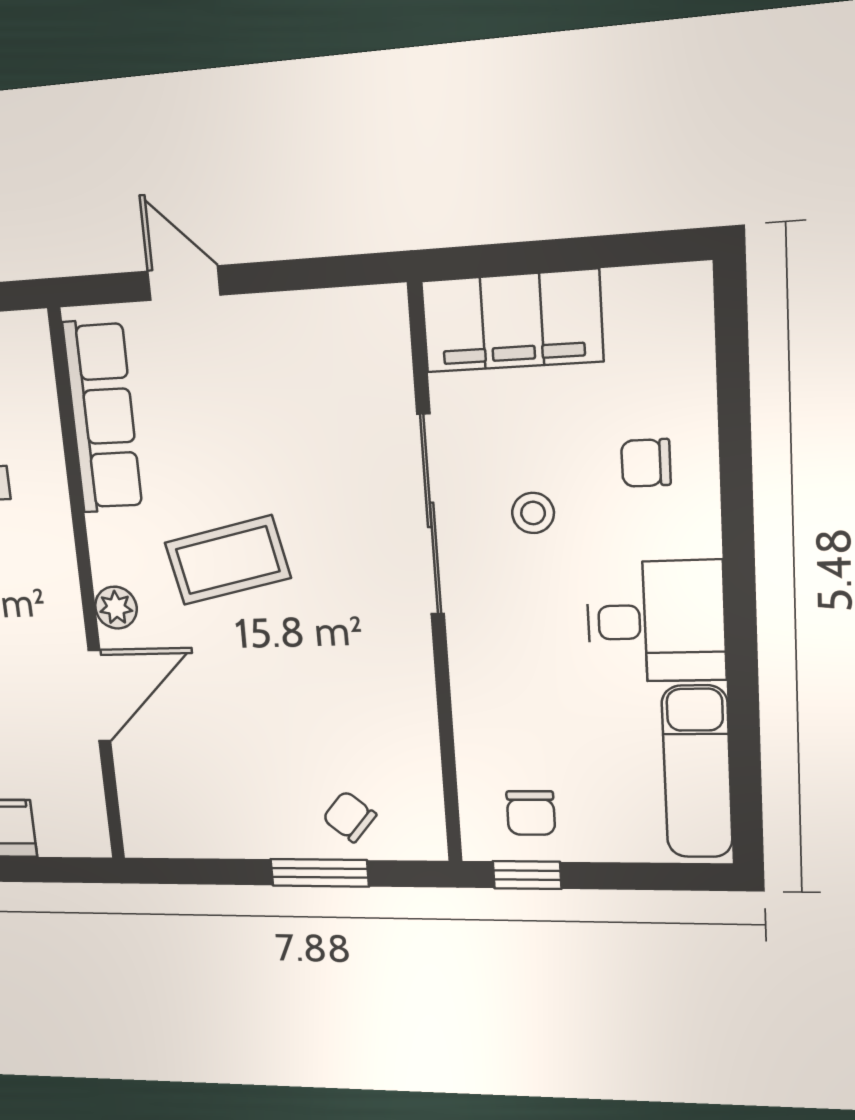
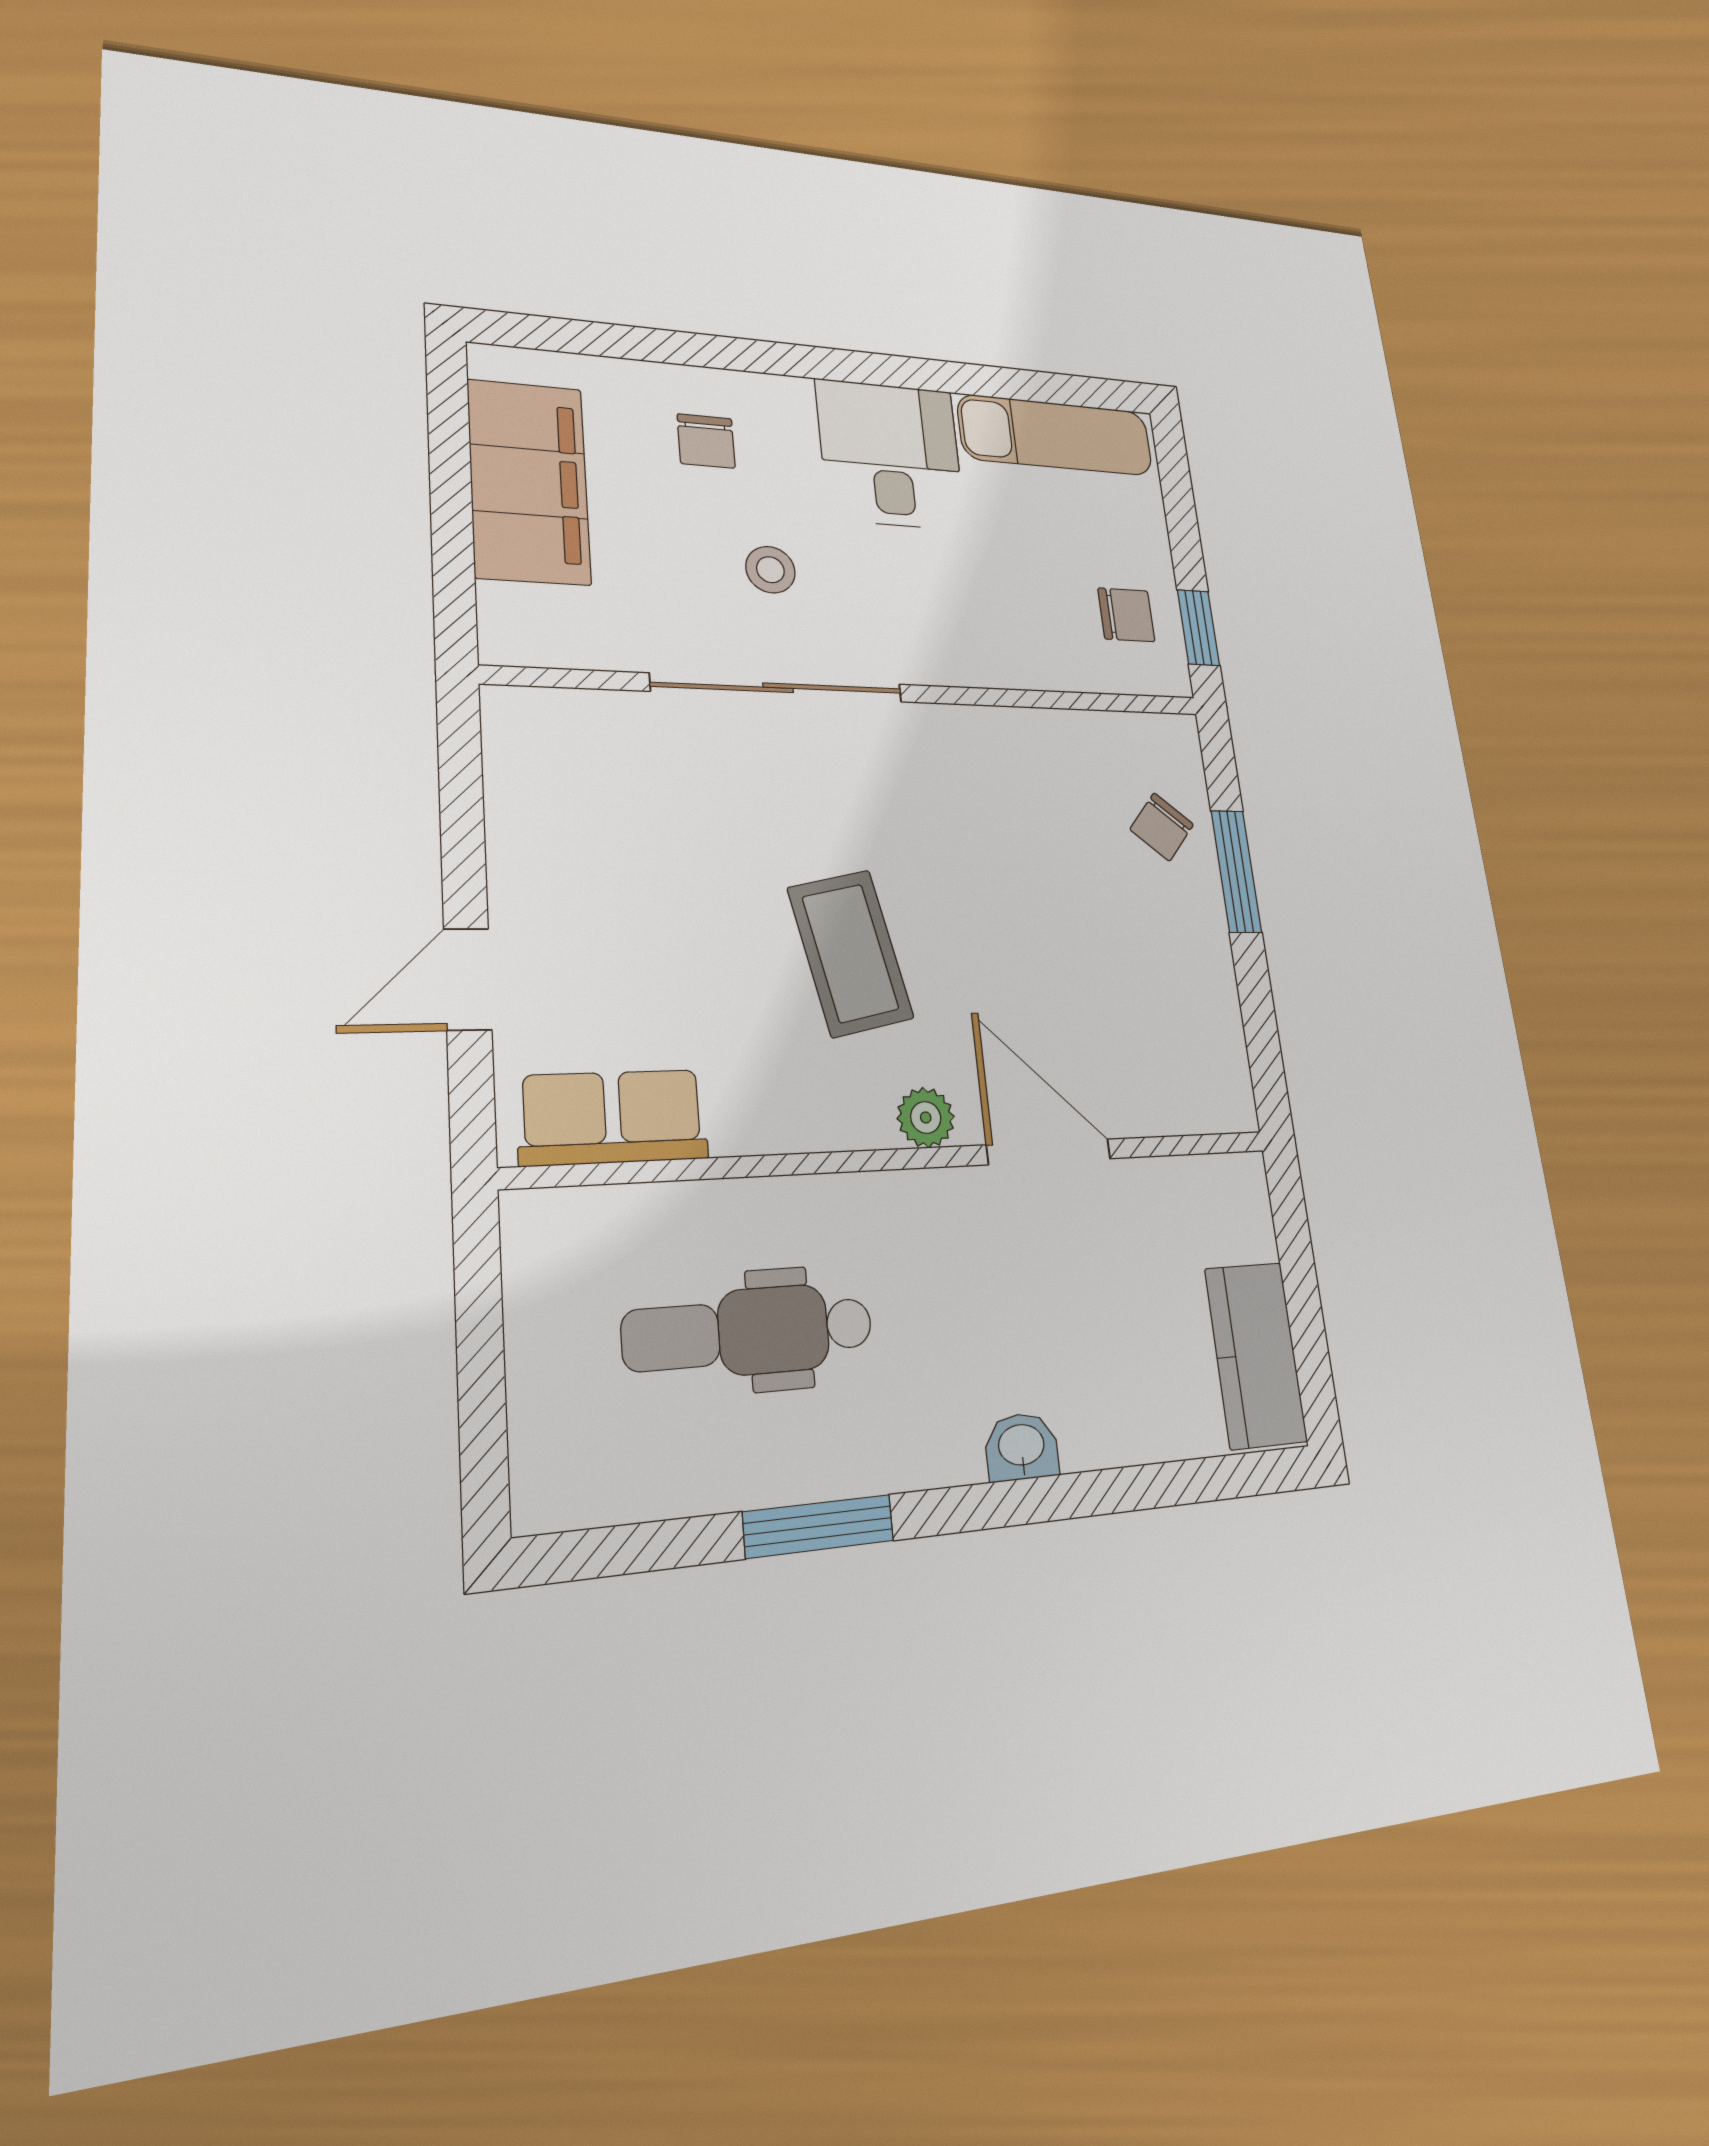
filing cabinet: (512, 321) -> (529, 482), moved
row of seats: (103, 417) -> (613, 1117), width x0.68

